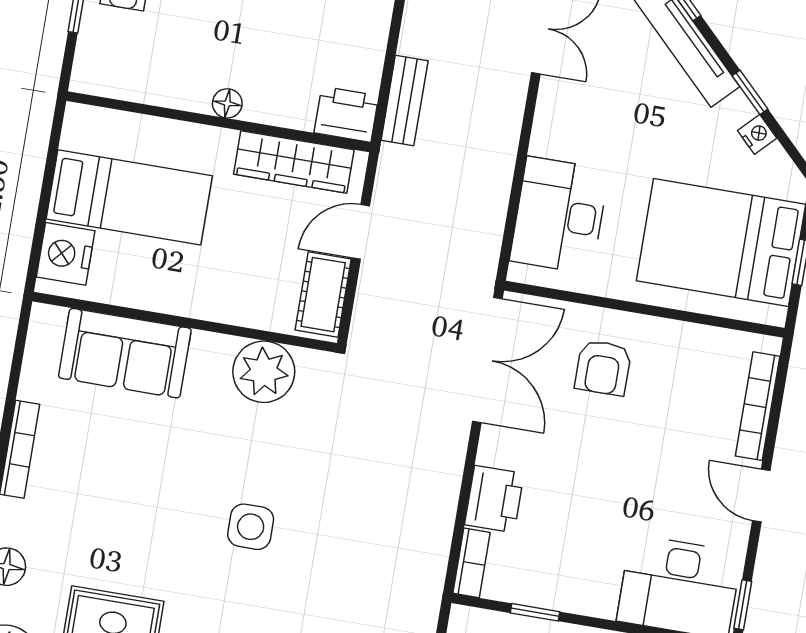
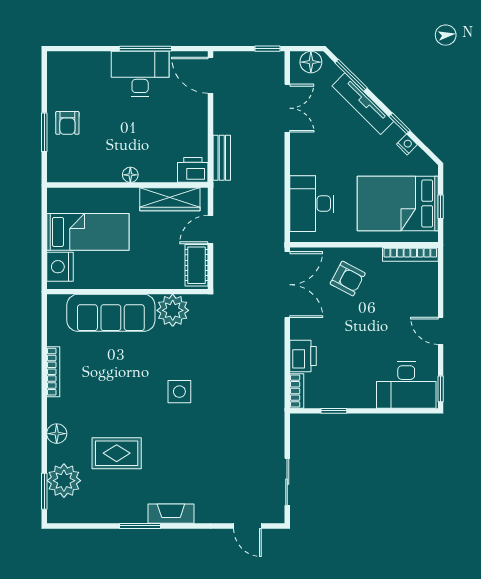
sofa: (125, 353) -> (111, 313), width x1.36
armchair: (603, 368) -> (348, 279), turned -62
bookcase: (758, 406) -> (410, 254), moved, turned -90

